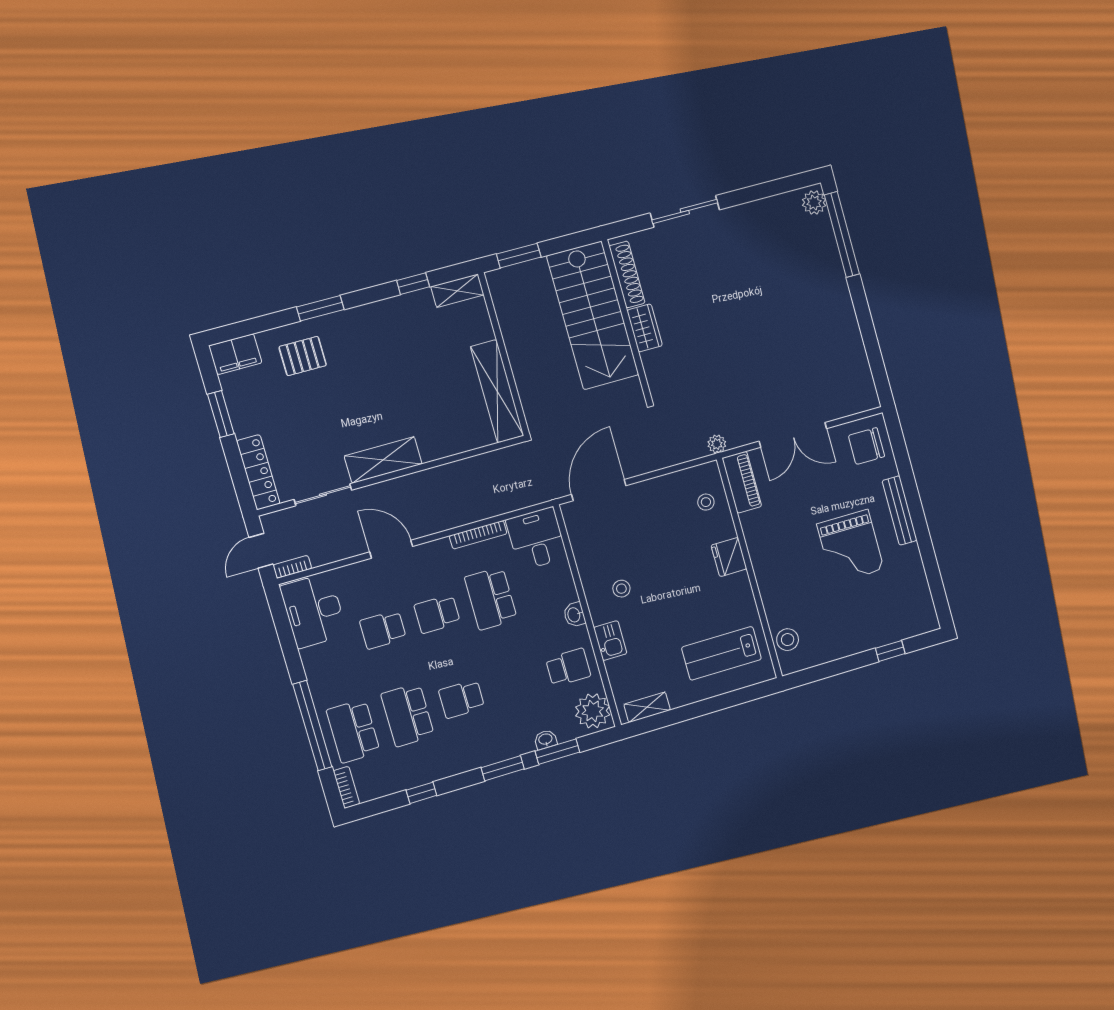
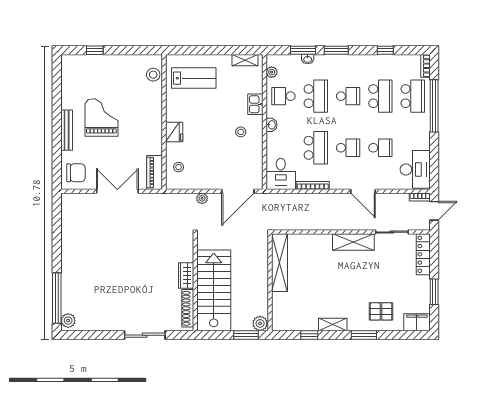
plant: (501, 281) -> (260, 323), added
shelving: (457, 291) -> (333, 325), moved
plant: (717, 444) -> (202, 198), moved
school desk: (515, 683) -> (316, 96), added
plant: (593, 711) -> (272, 72), width x0.53, depth x0.53

